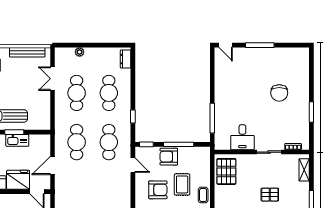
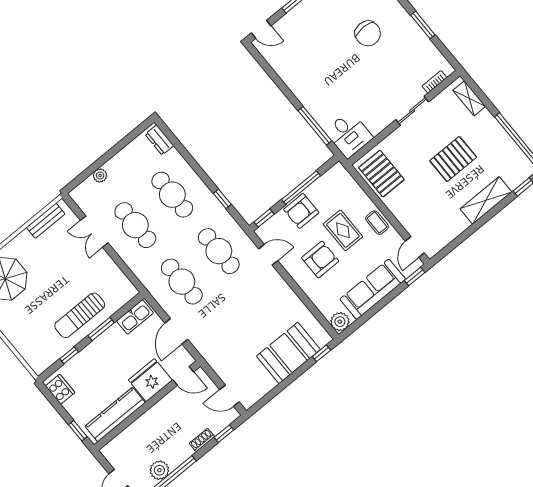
bench: (27, 52) -> (46, 221), width x0.73
desk: (242, 137) -> (349, 135), moved
kitchen sink: (17, 140) -> (135, 317), moved
pallet: (270, 195) -> (453, 159), width x1.50, depth x1.42

